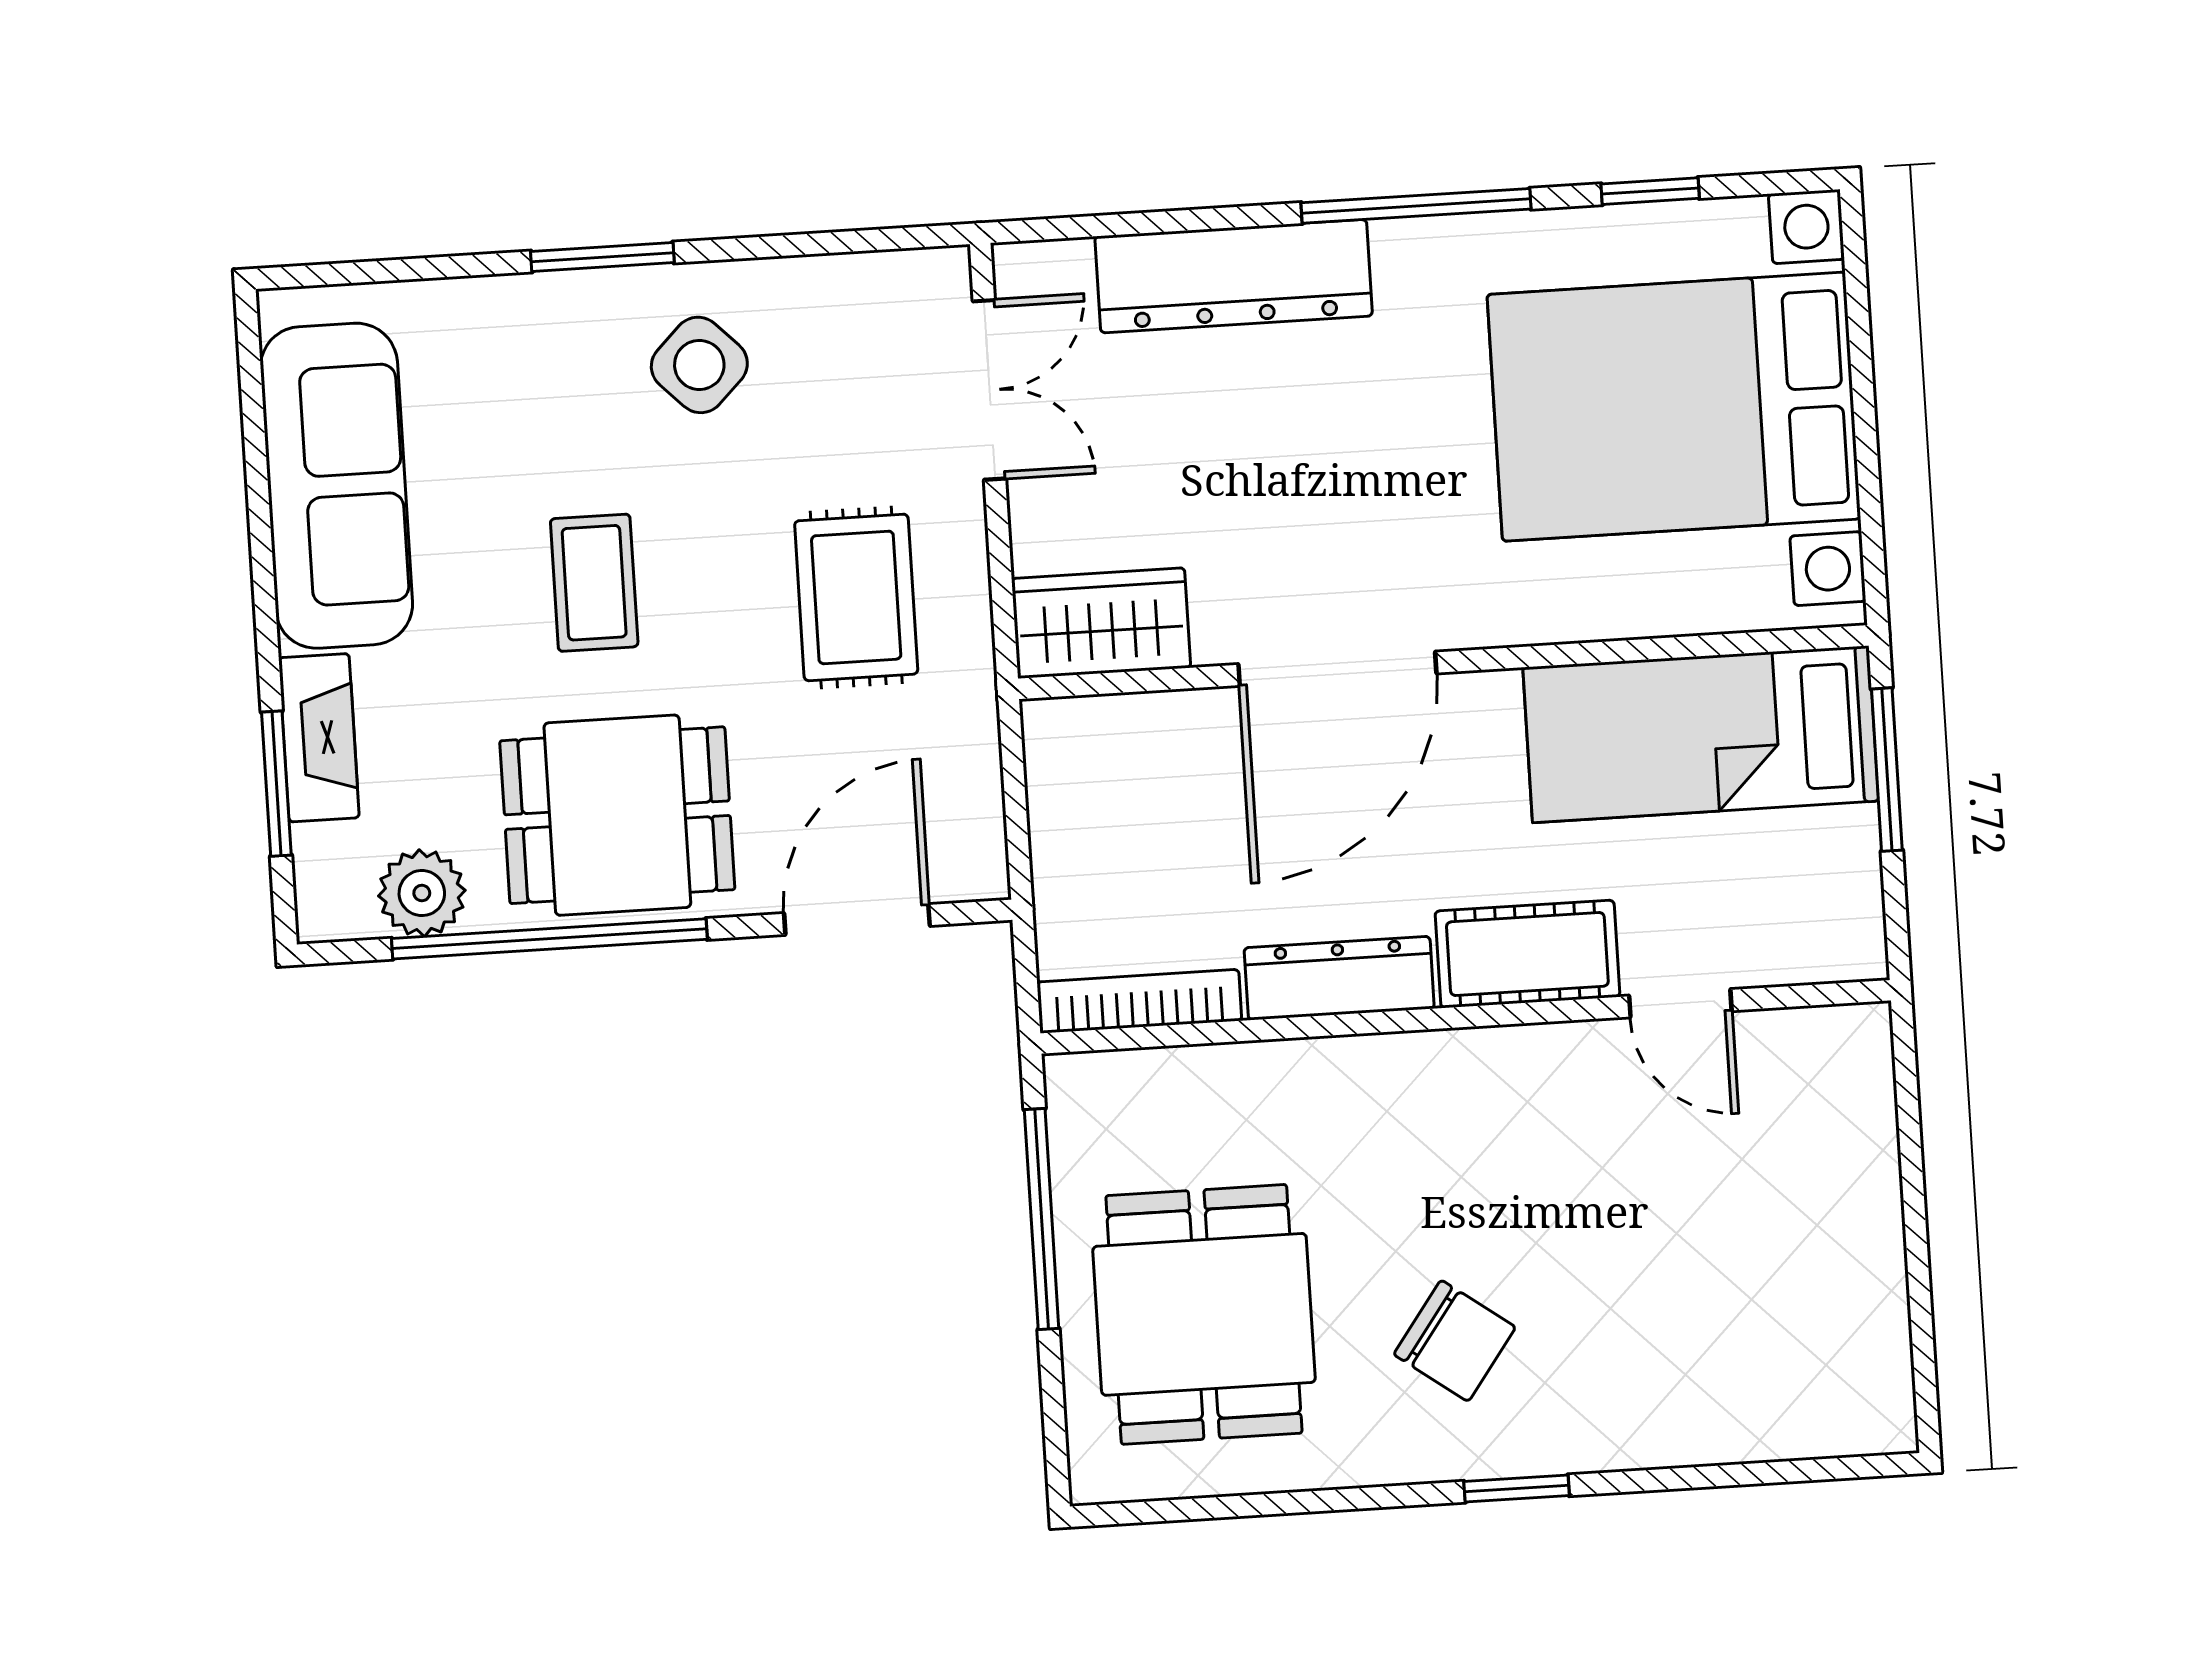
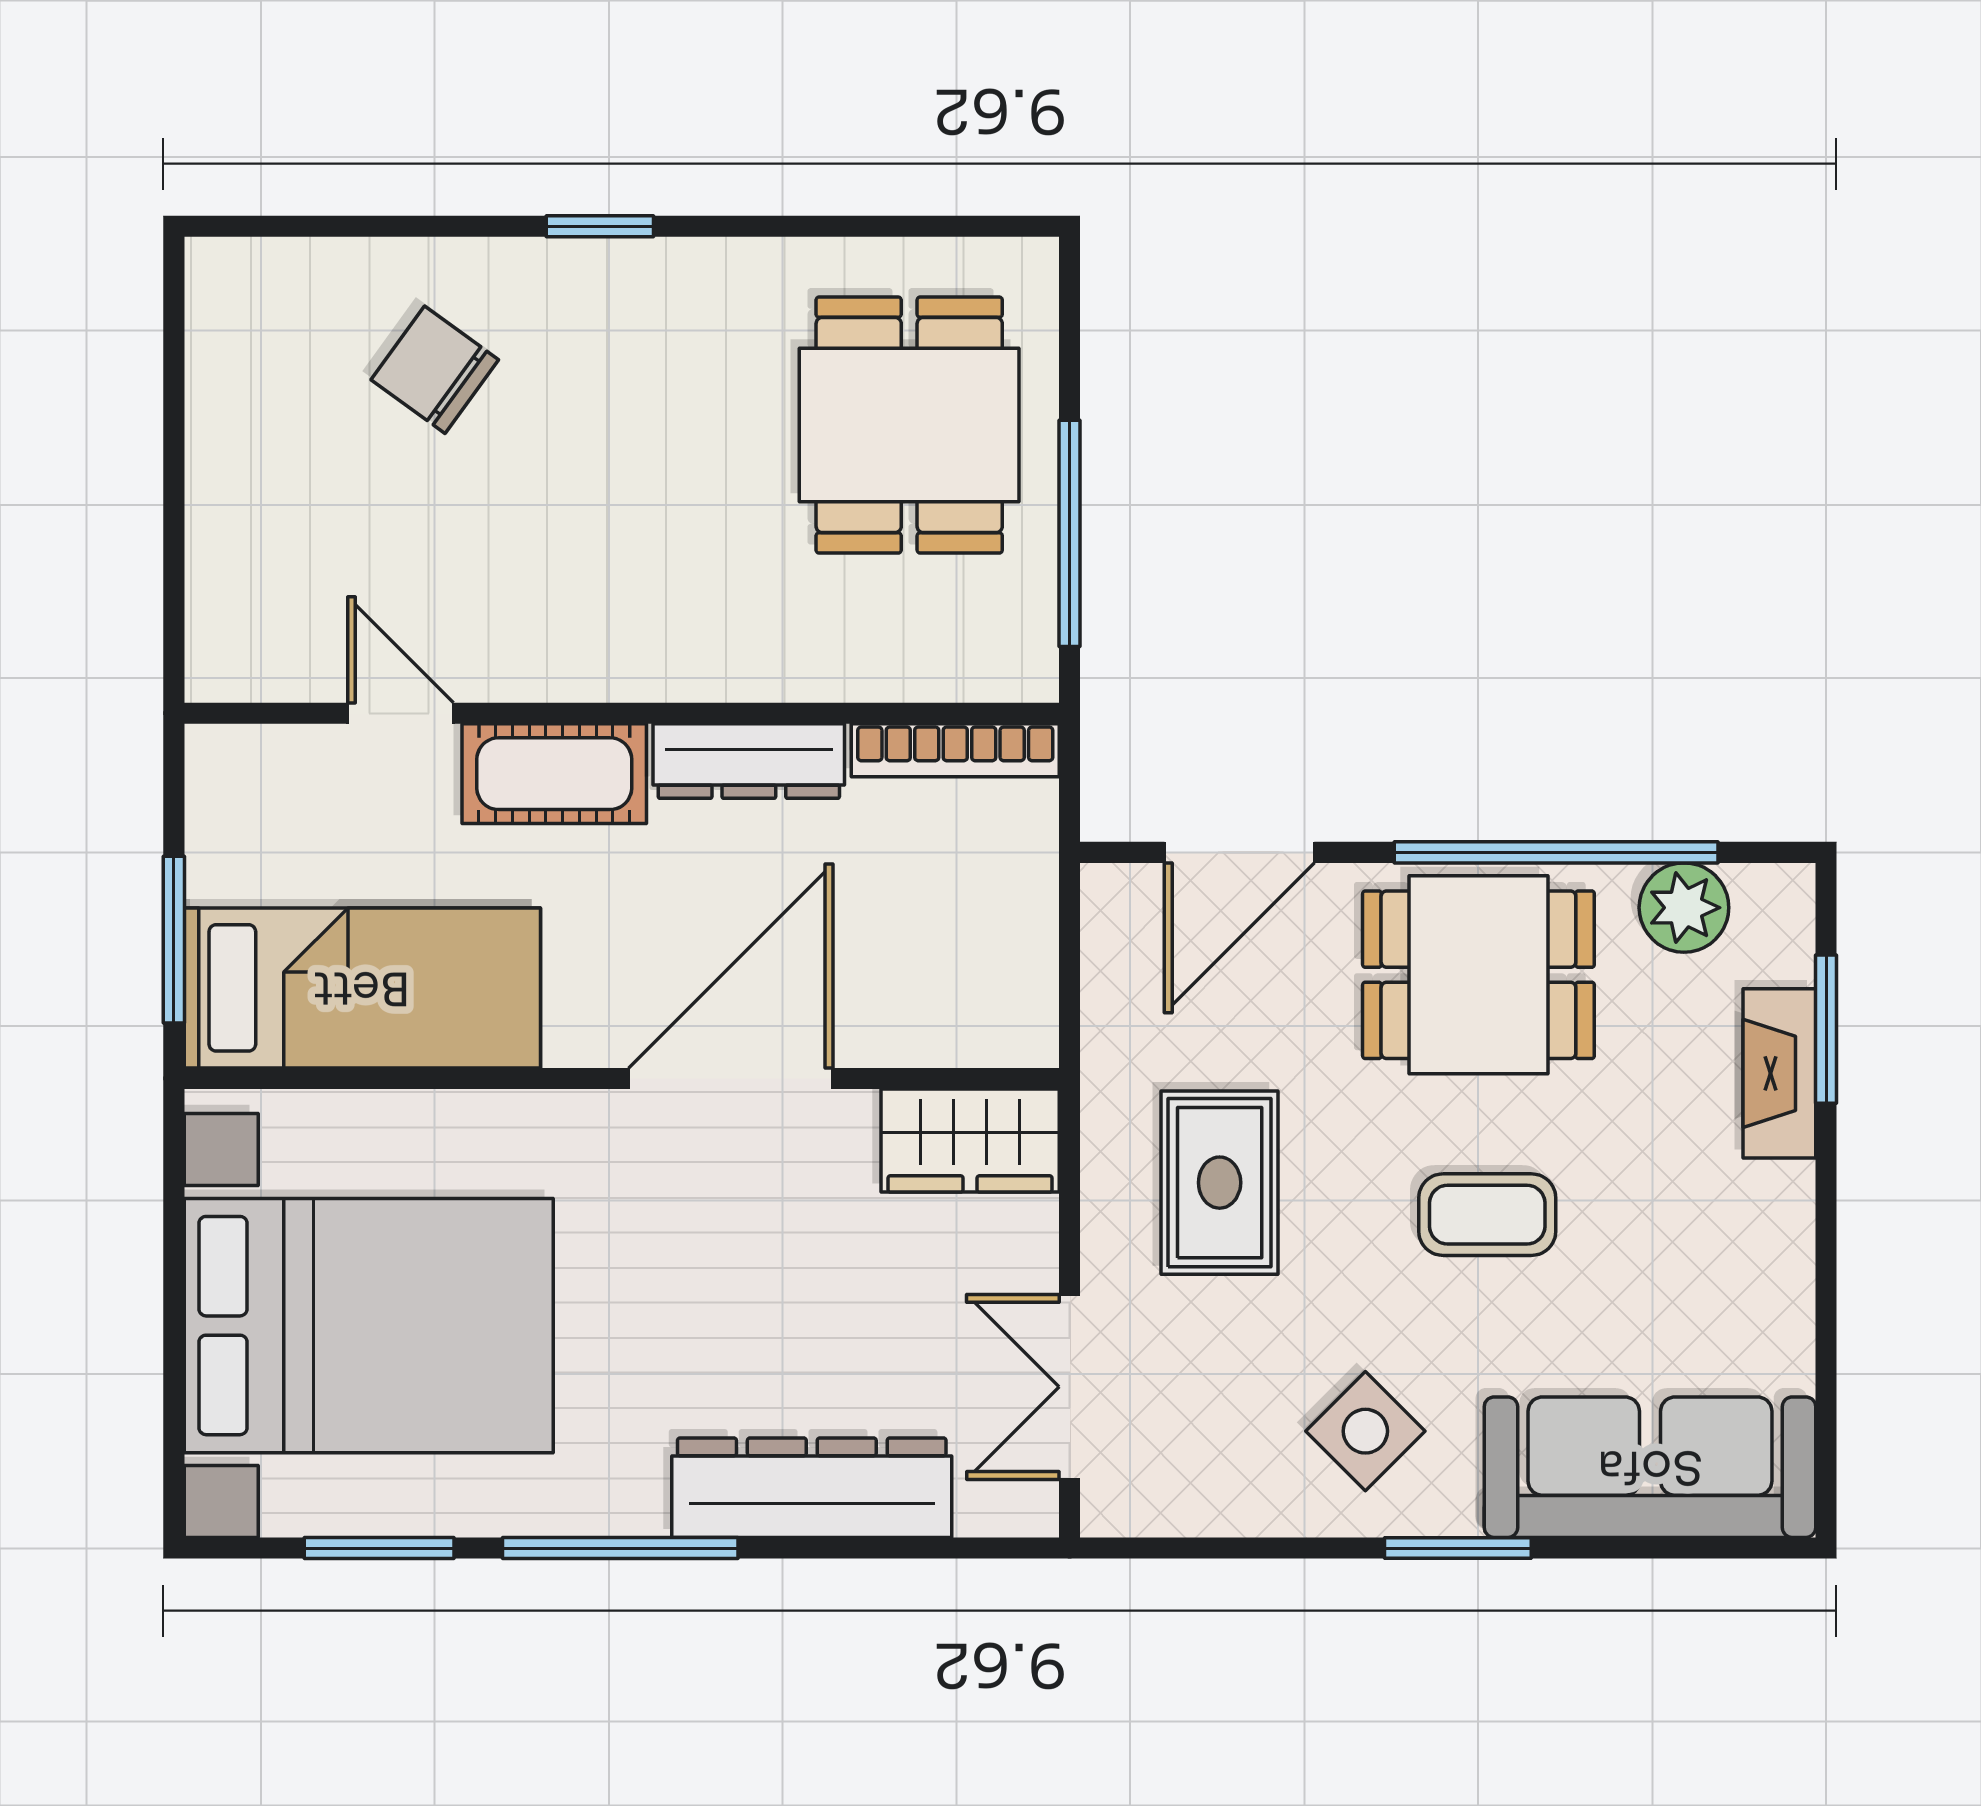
window: (1650, 191) -> (379, 1548), width x1.50
sofa: (336, 486) -> (1650, 1467), moved, turned 90
coffee table: (594, 583) -> (1487, 1215), turned 90
chair: (1455, 1341) -> (435, 370), moved

